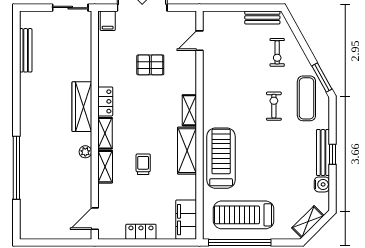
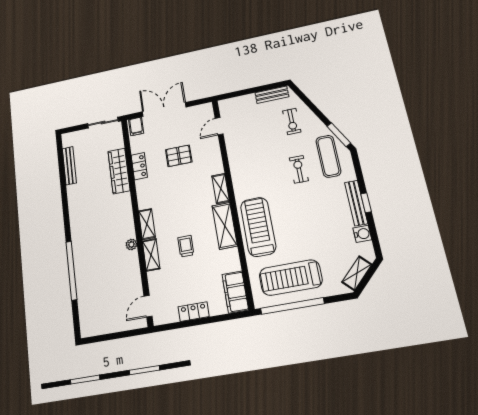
locker: (105, 101) -> (139, 166), moved
wardrobe: (82, 107) -> (119, 171), moved

